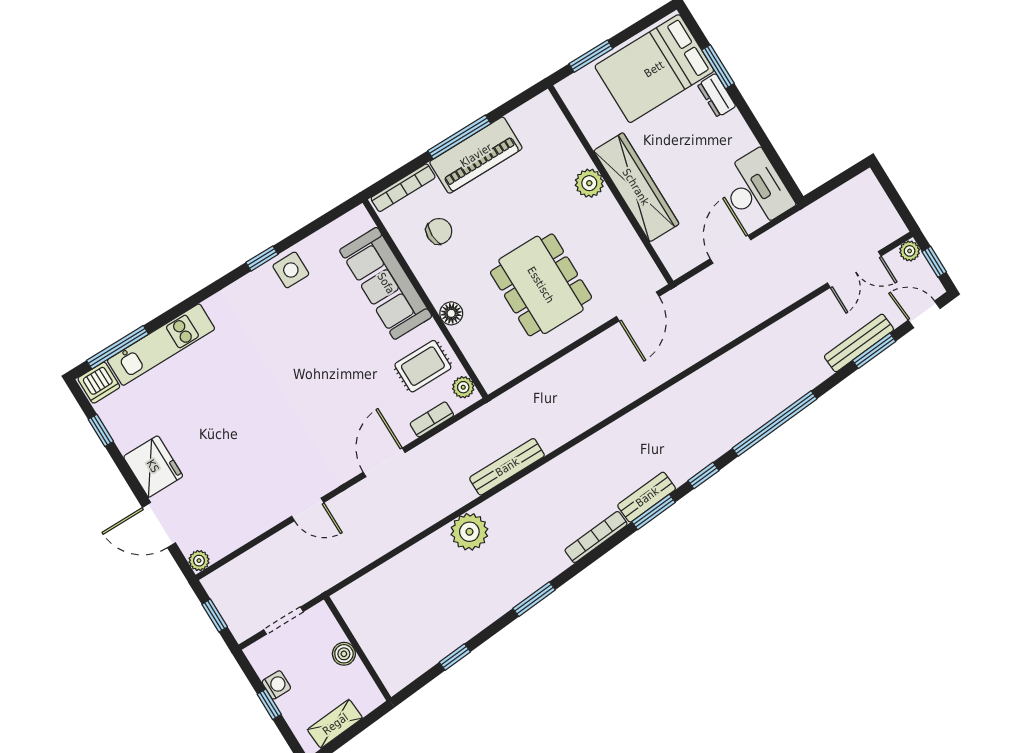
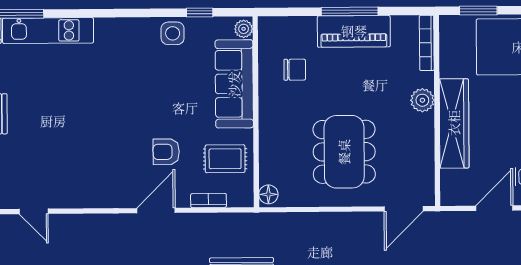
bookcase: (403, 188) -> (427, 43), moved, turned 90
window: (262, 258) -> (200, 12), moved
floor lamp: (451, 313) -> (268, 194), moved
plant: (463, 387) -> (244, 29), moved
armchair: (358, 396) -> (166, 152), added
door: (308, 509) -> (34, 211), moved

